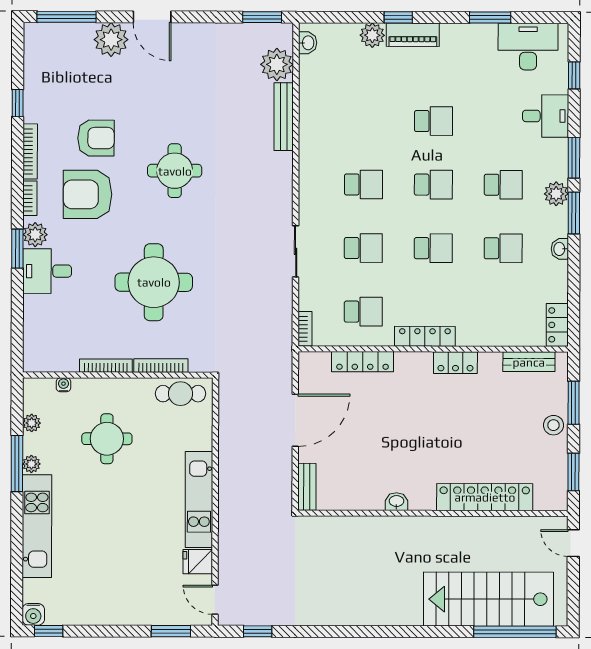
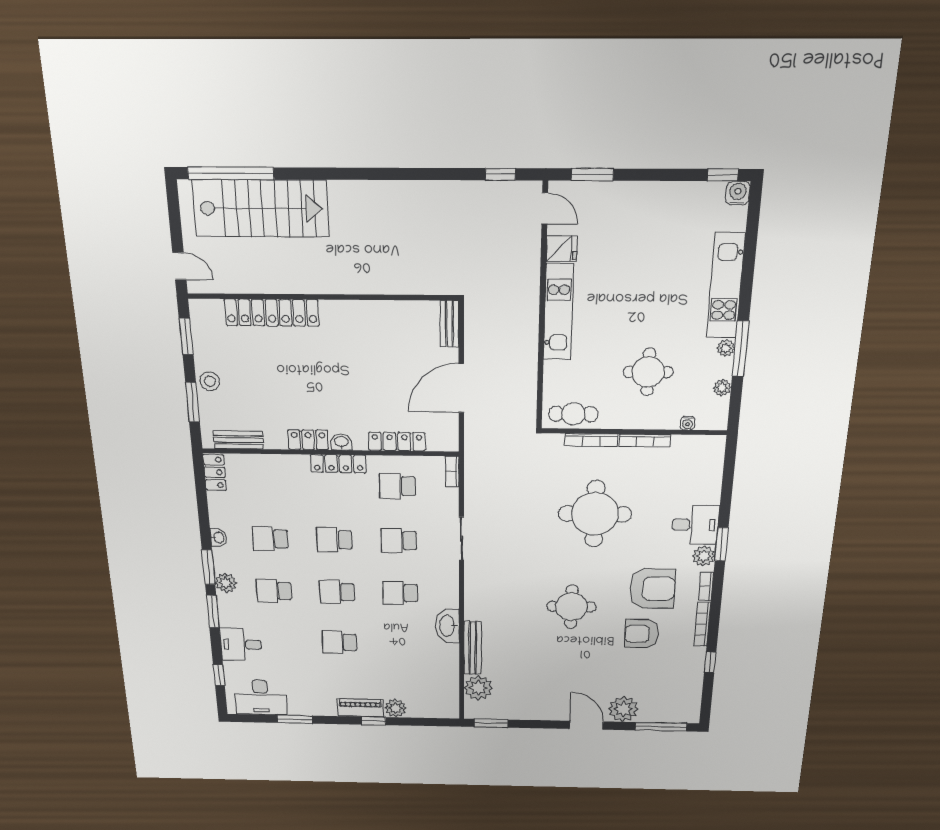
washbasin: (308, 43) -> (447, 626), moved, width x1.91, depth x1.45
washbasin: (397, 502) -> (341, 442), moved, turned 180

